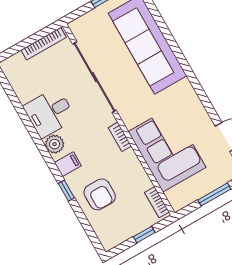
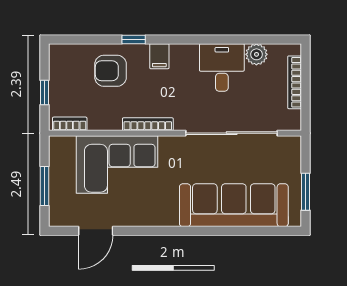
bookcase: (44, 44) -> (295, 82), moved
bookcase: (120, 137) -> (148, 124), width x1.56
plant: (55, 144) -> (256, 54), moved

